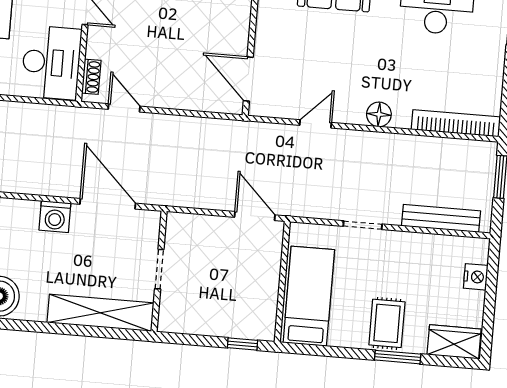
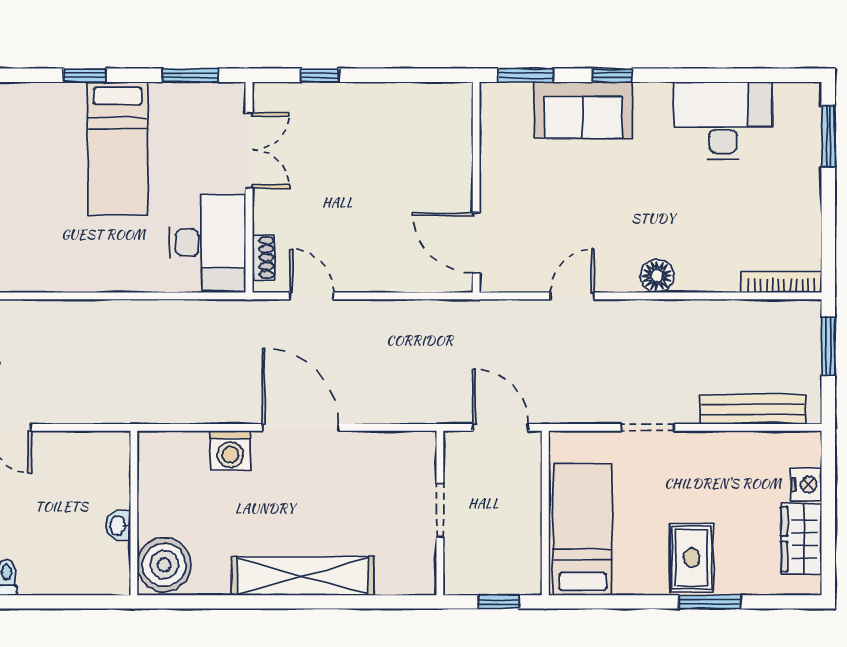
bookcase: (456, 123) -> (781, 282), width x0.68, depth x0.76
doorway: (159, 269) -> (440, 510), moved
wall: (159, 271) -> (440, 513), moved
wardrobe: (454, 342) -> (801, 539), moved, turned -90

